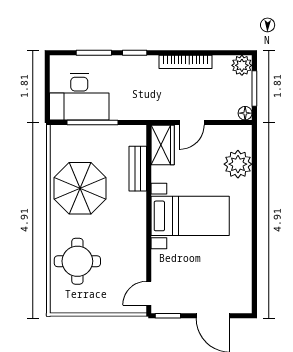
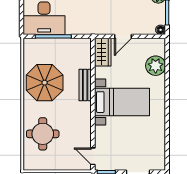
bench: (138, 169) -> (85, 85), moved
door: (149, 293) -> (93, 156), hinge flipped

